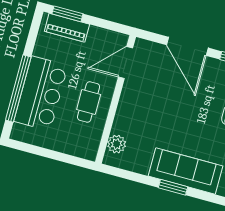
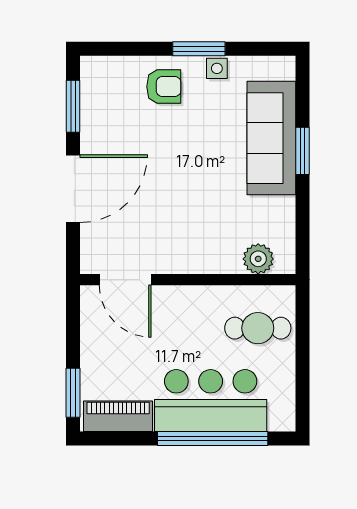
piano: (67, 28) -> (118, 416), moved, turned -90
cafe table: (89, 102) -> (258, 328), moved

